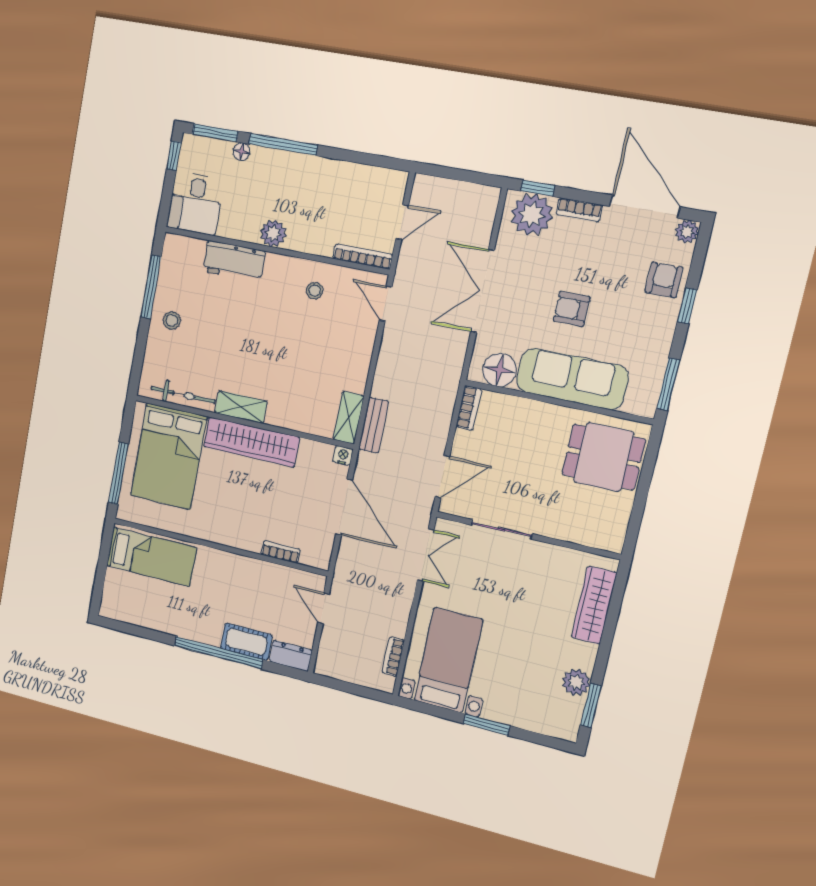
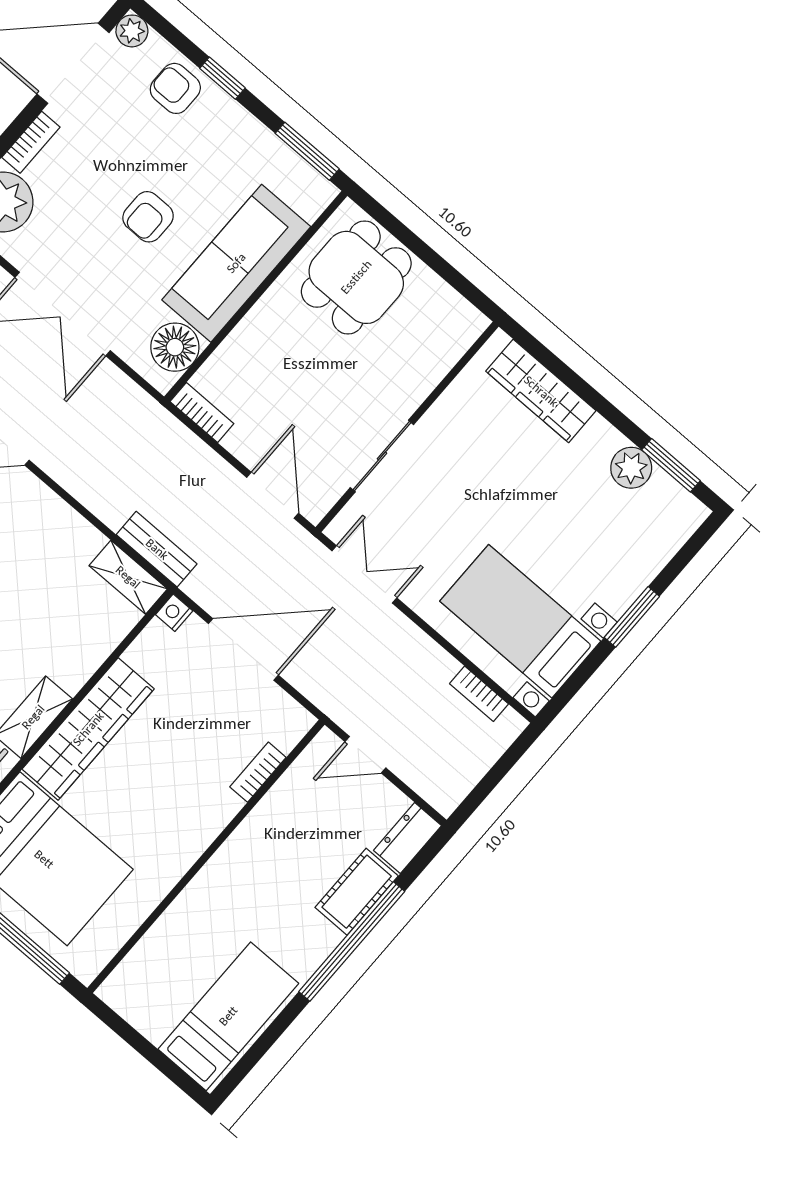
bed: (151, 557) -> (228, 1016), moved

